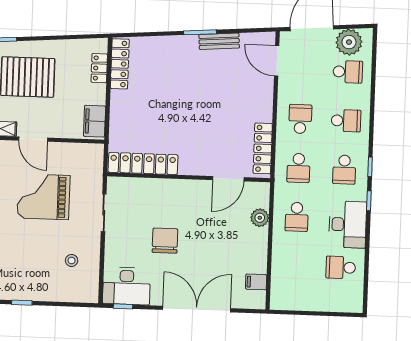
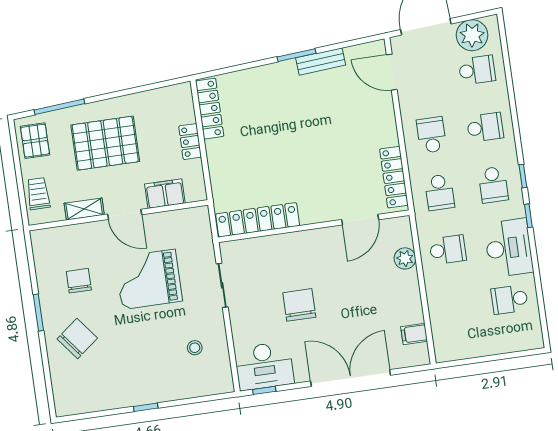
locker: (99, 68) -> (190, 142), moved
filing cabinet: (95, 121) -> (165, 194), moved, turned 90
school desk: (297, 217) -> (448, 250), turned -90

